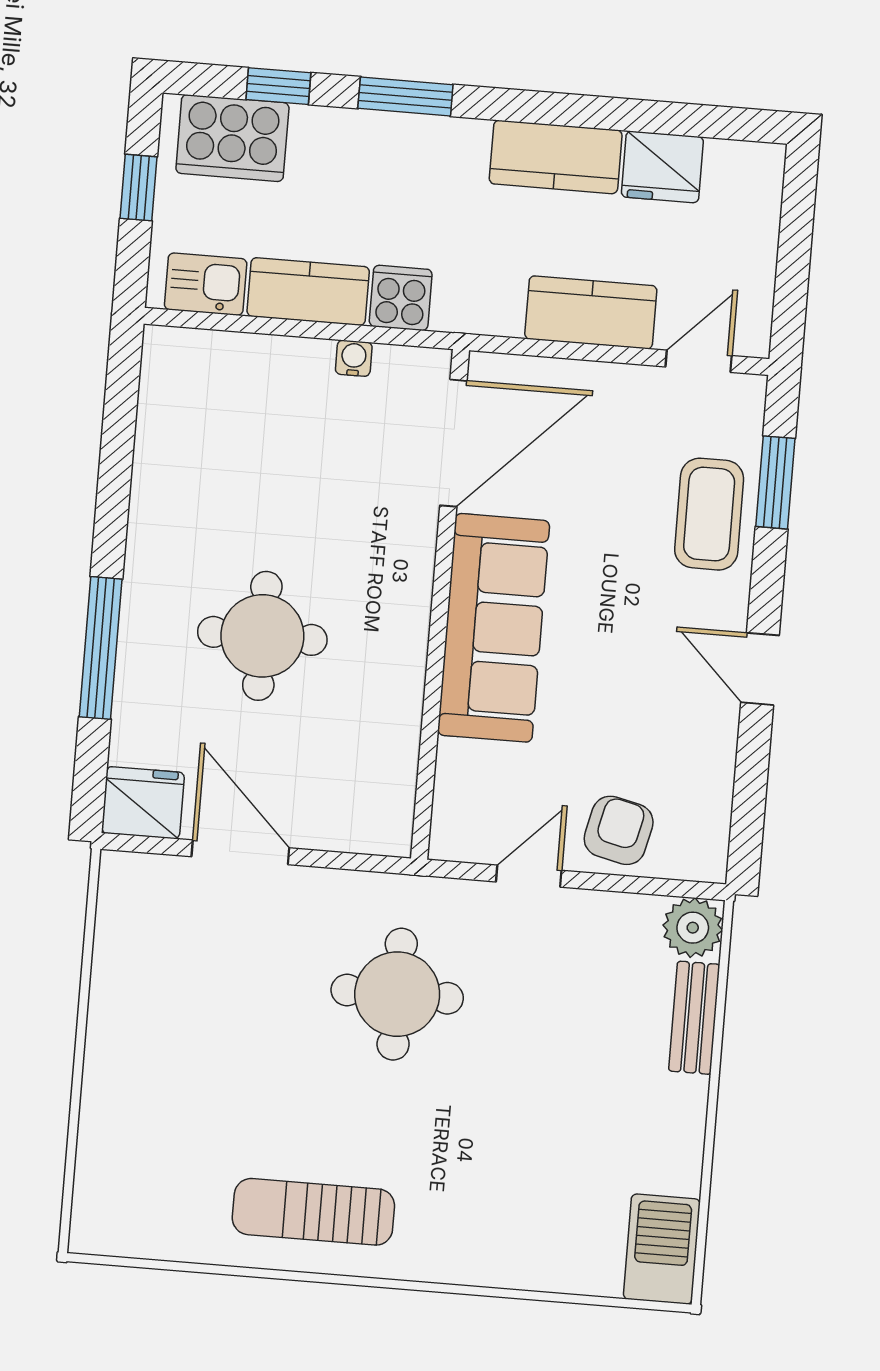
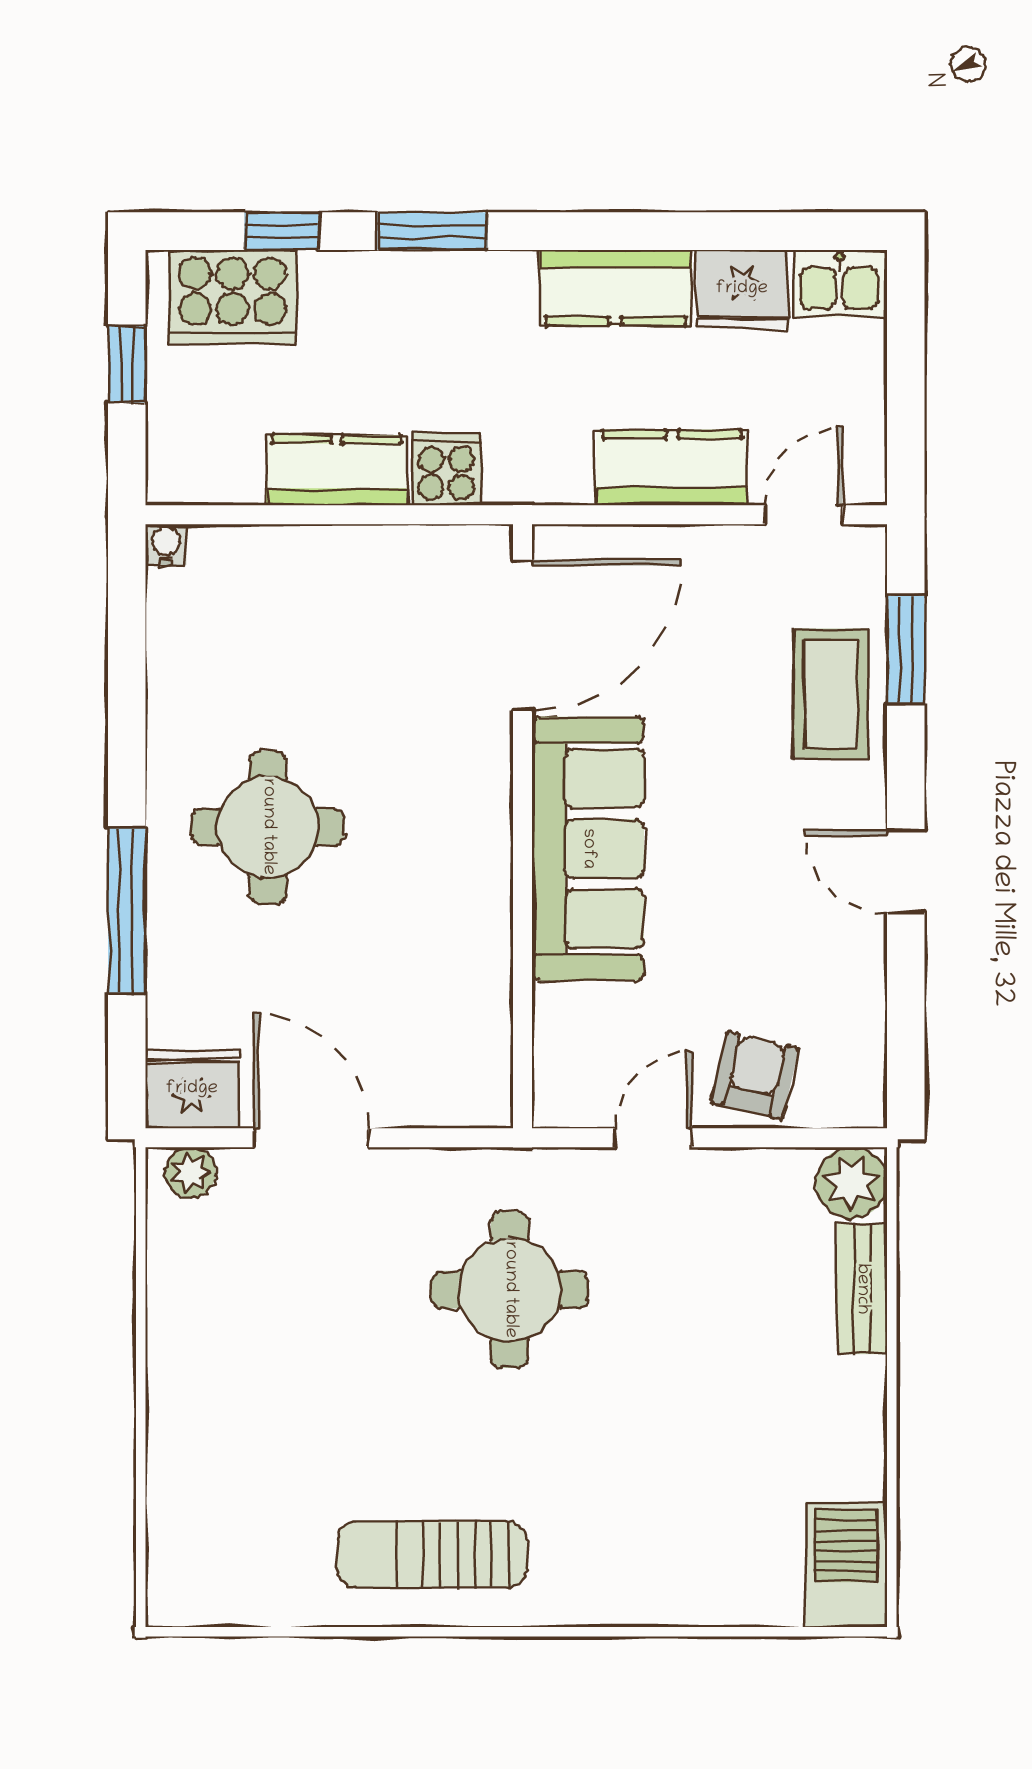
kitchen sink: (206, 284) -> (839, 284), moved, turned 180
water cooler: (354, 358) -> (166, 544), moved
round table: (262, 636) -> (268, 827), moved
plant: (136, 873) -> (190, 1173), added

